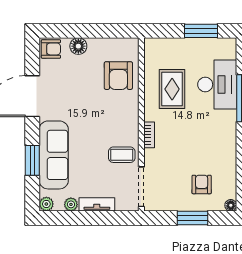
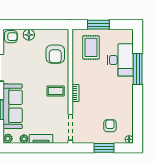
window: (201, 31) -> (98, 25), moved
rug: (172, 89) -> (91, 47), moved
coffee table: (122, 155) -> (56, 91), moved

